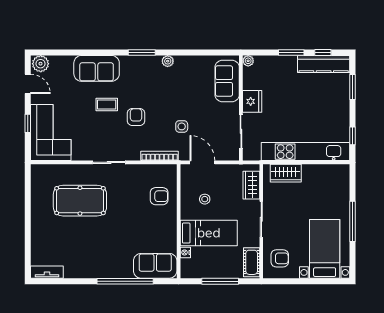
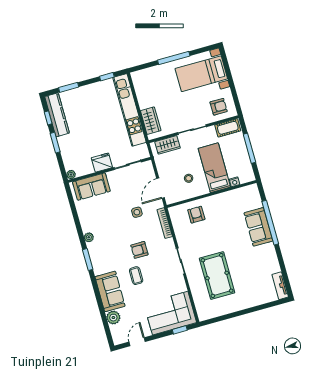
plant: (41, 64) -> (113, 318), moved
window: (28, 123) -> (180, 330), moved
armchair: (280, 258) -> (219, 107), turned 90
sofa: (155, 266) -> (258, 227), moved

